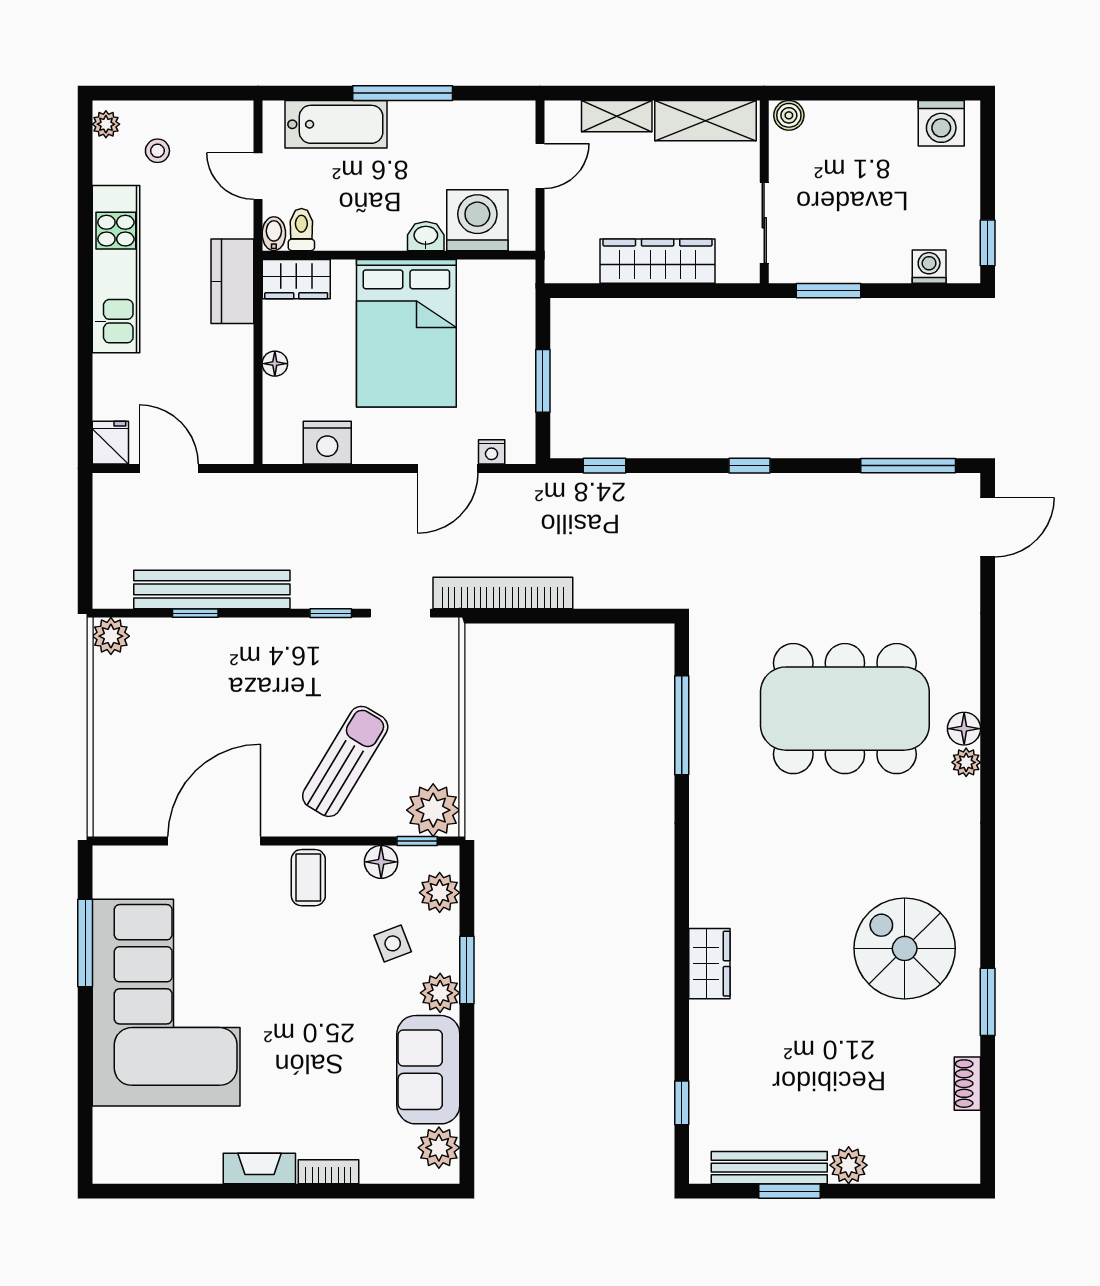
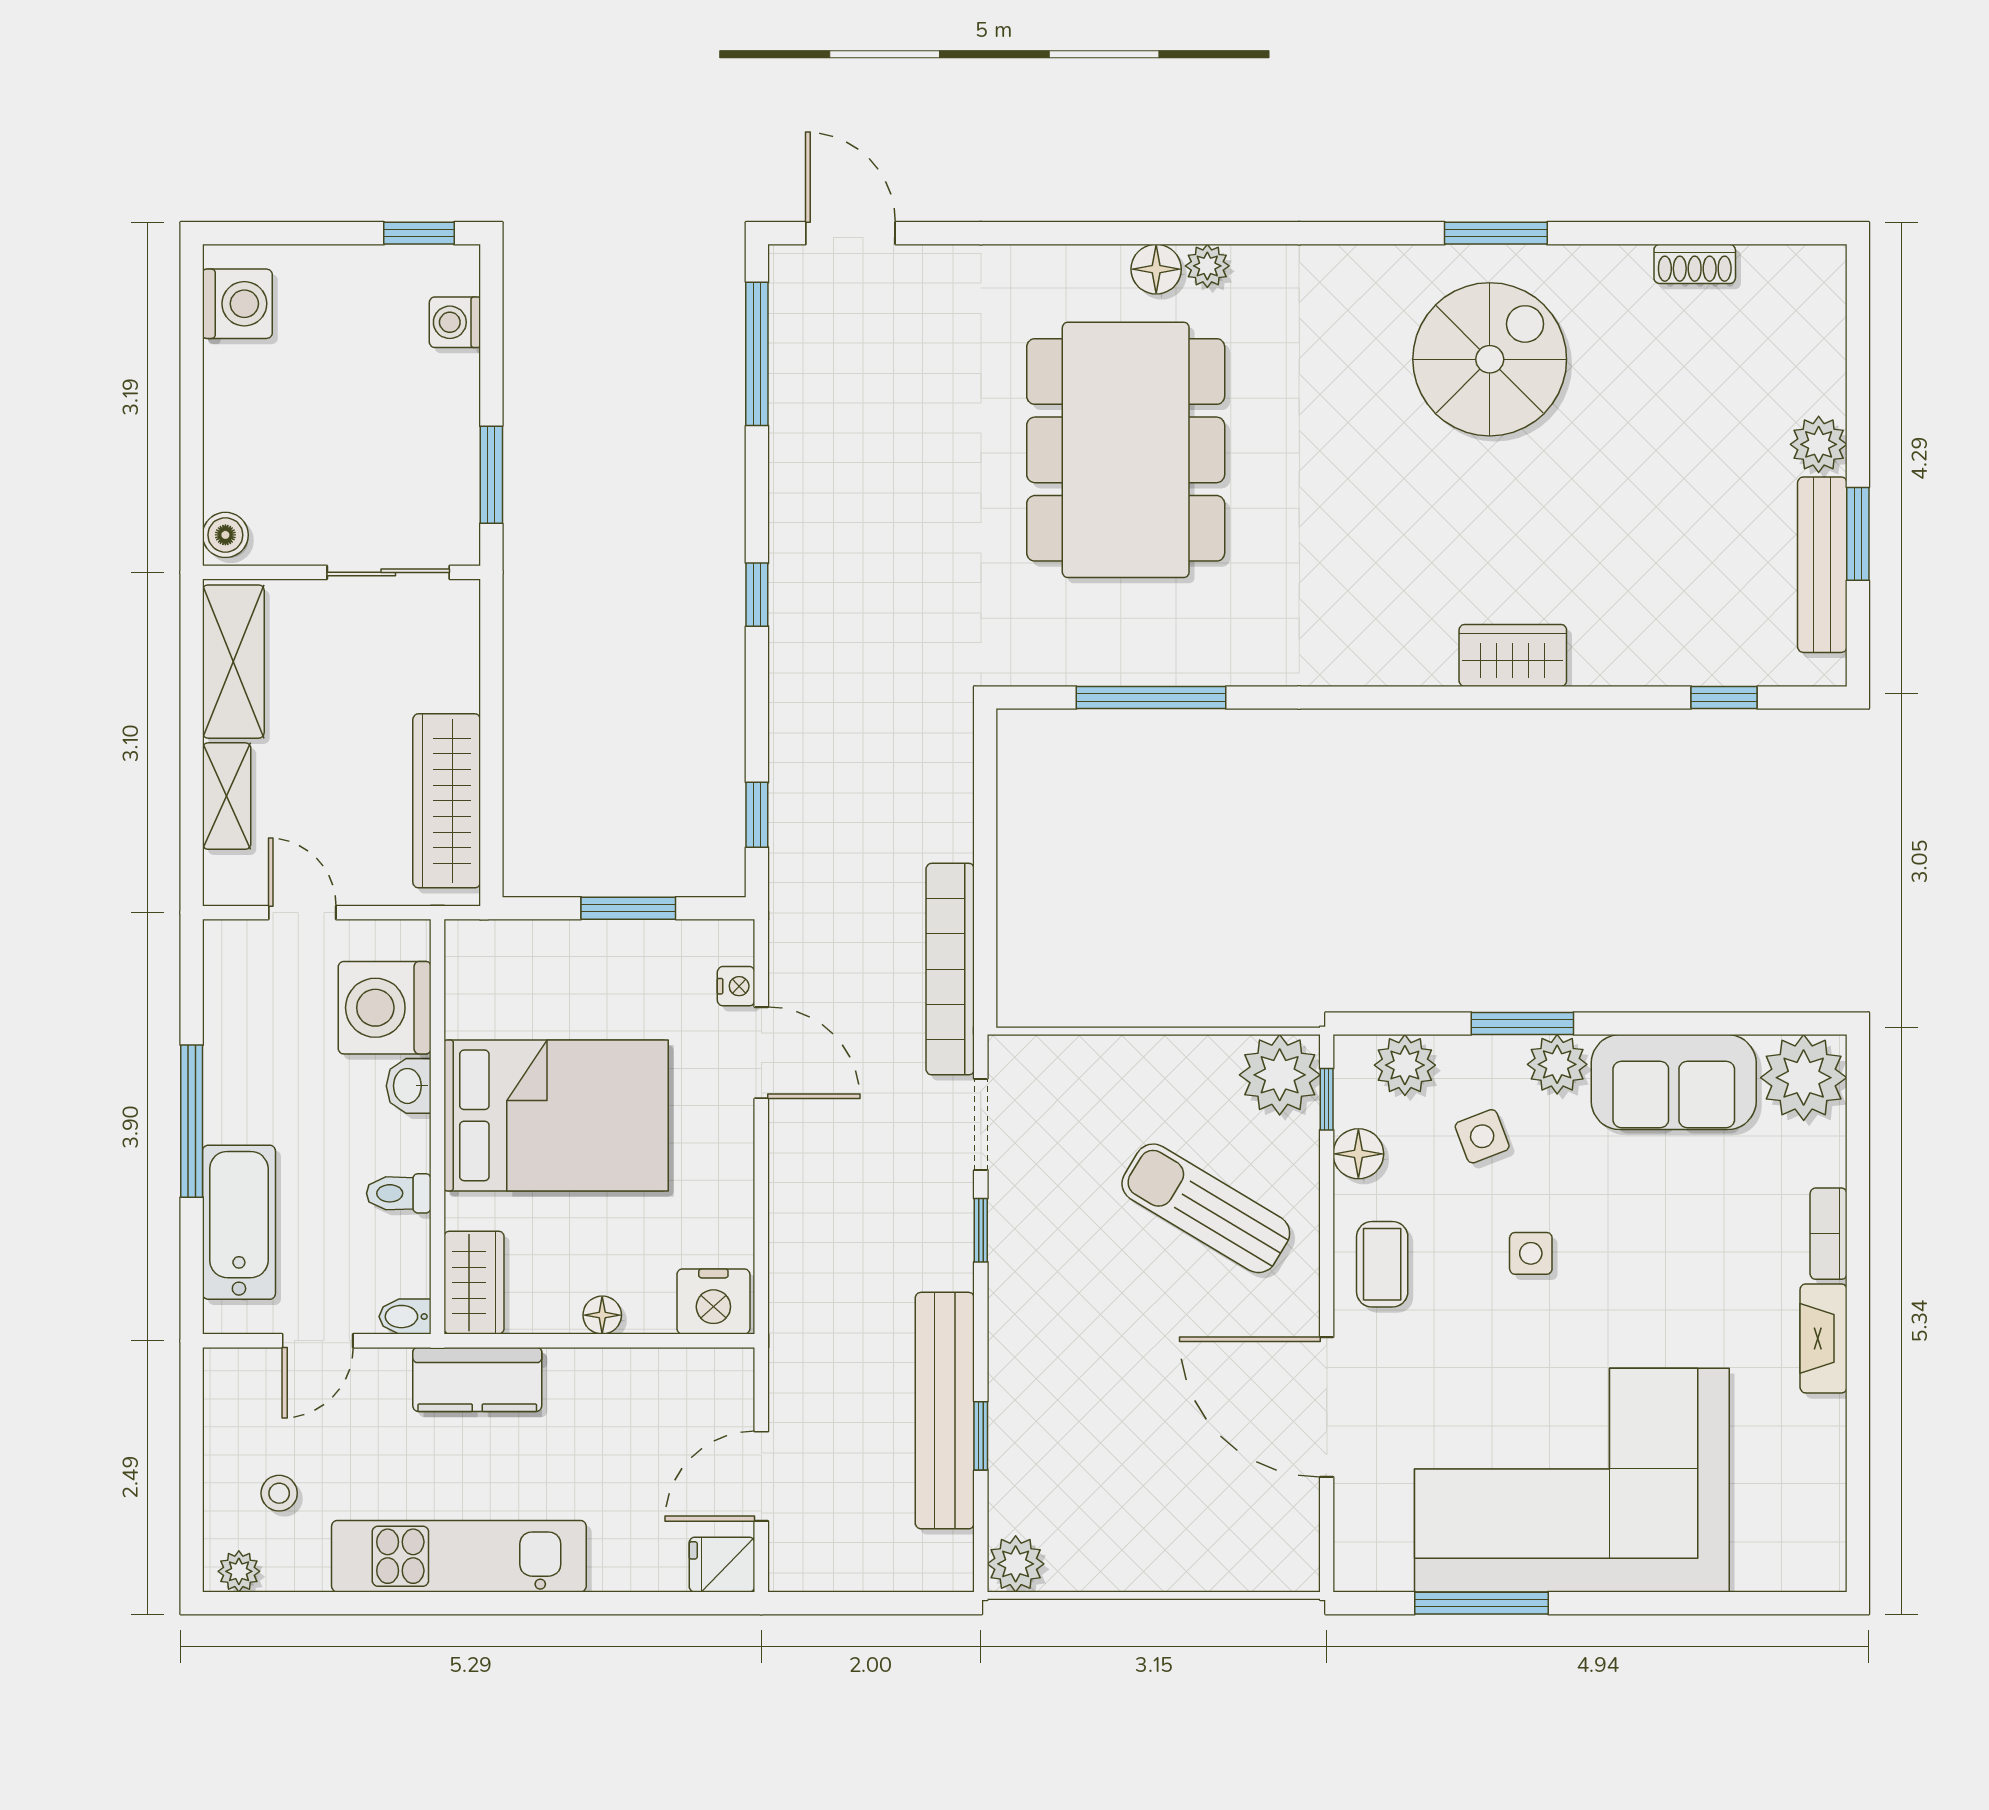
toilet: (301, 230) -> (399, 1193), moved
wardrobe: (658, 261) -> (447, 801), moved
nightstand: (327, 443) -> (713, 1301), moved, turned 90
coffee table: (308, 878) -> (1382, 1264), turned 90
spiral stairs: (905, 948) -> (1490, 359), turned 180
side table: (316, 976) -> (1531, 1253), added
window: (988, 1002) -> (1496, 233), moved
plant: (439, 1148) -> (1804, 1078), width x1.36, depth x1.36

